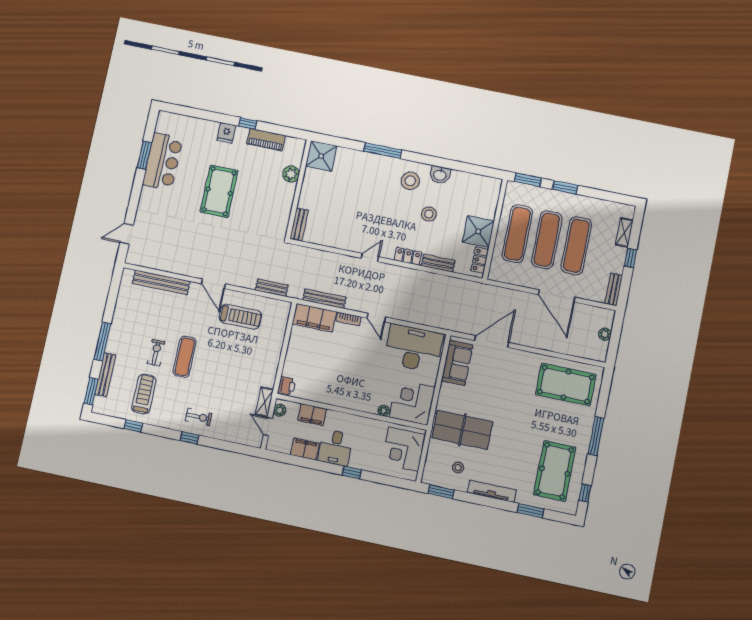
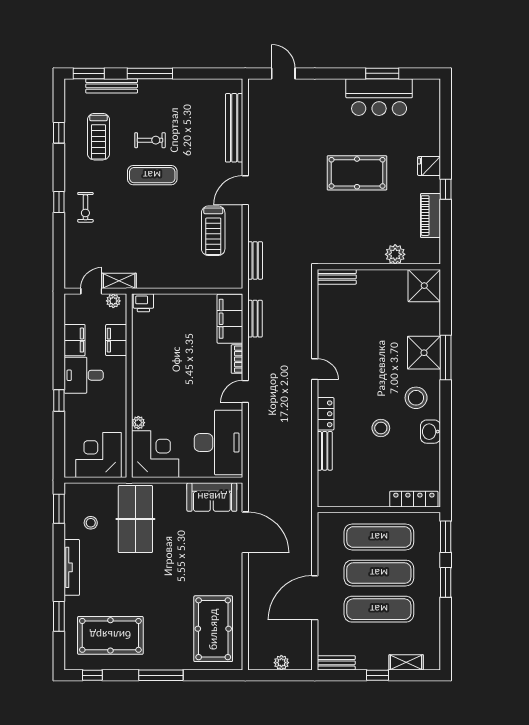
shower: (478, 231) -> (424, 353), moved
locker: (480, 260) -> (414, 499), moved, width x1.53
bench: (324, 299) -> (255, 319), width x0.73
treadmill: (144, 394) -> (98, 137), turned 90

